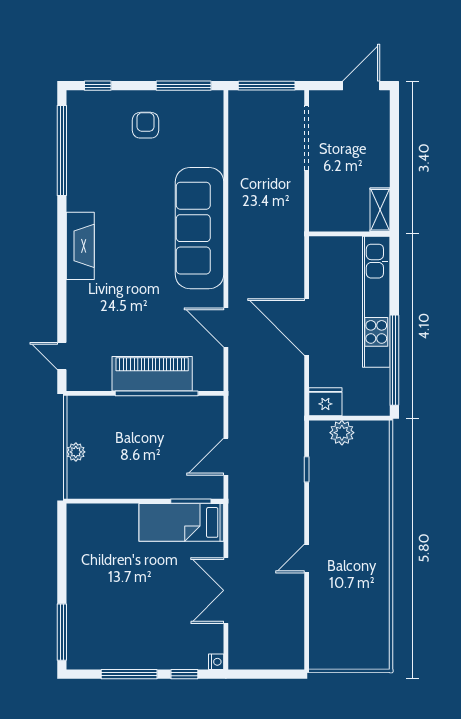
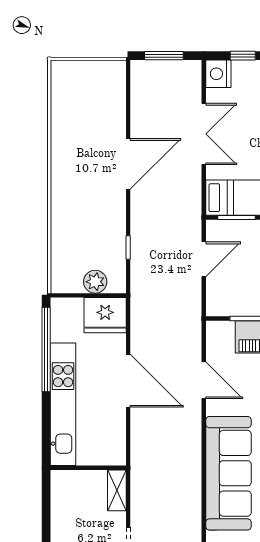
shelving: (380, 210) -> (117, 490), moved
fridge: (325, 402) -> (105, 315), width x1.36, depth x1.34
door: (307, 559) -> (128, 164), width x1.87
nightstand: (216, 662) -> (218, 74), width x1.89, depth x1.79
window: (269, 674) -> (164, 56), added

